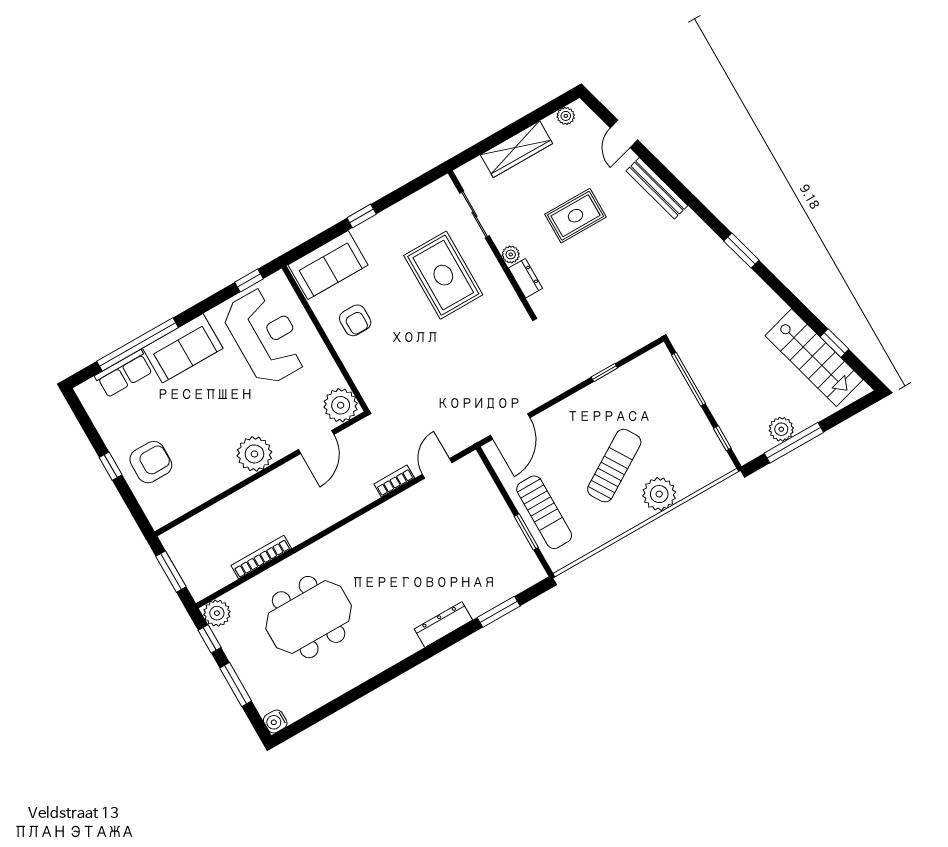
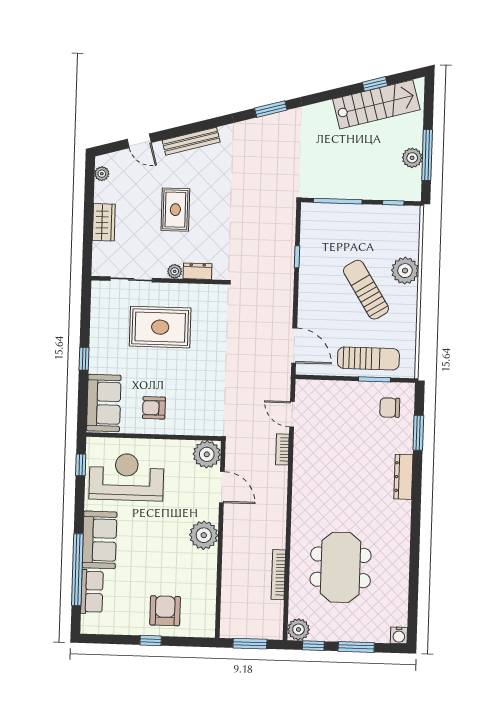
wardrobe: (516, 149) -> (104, 222), width x0.67
armchair: (355, 320) -> (154, 408), turned 180
chair: (507, 566) -> (390, 408), added

